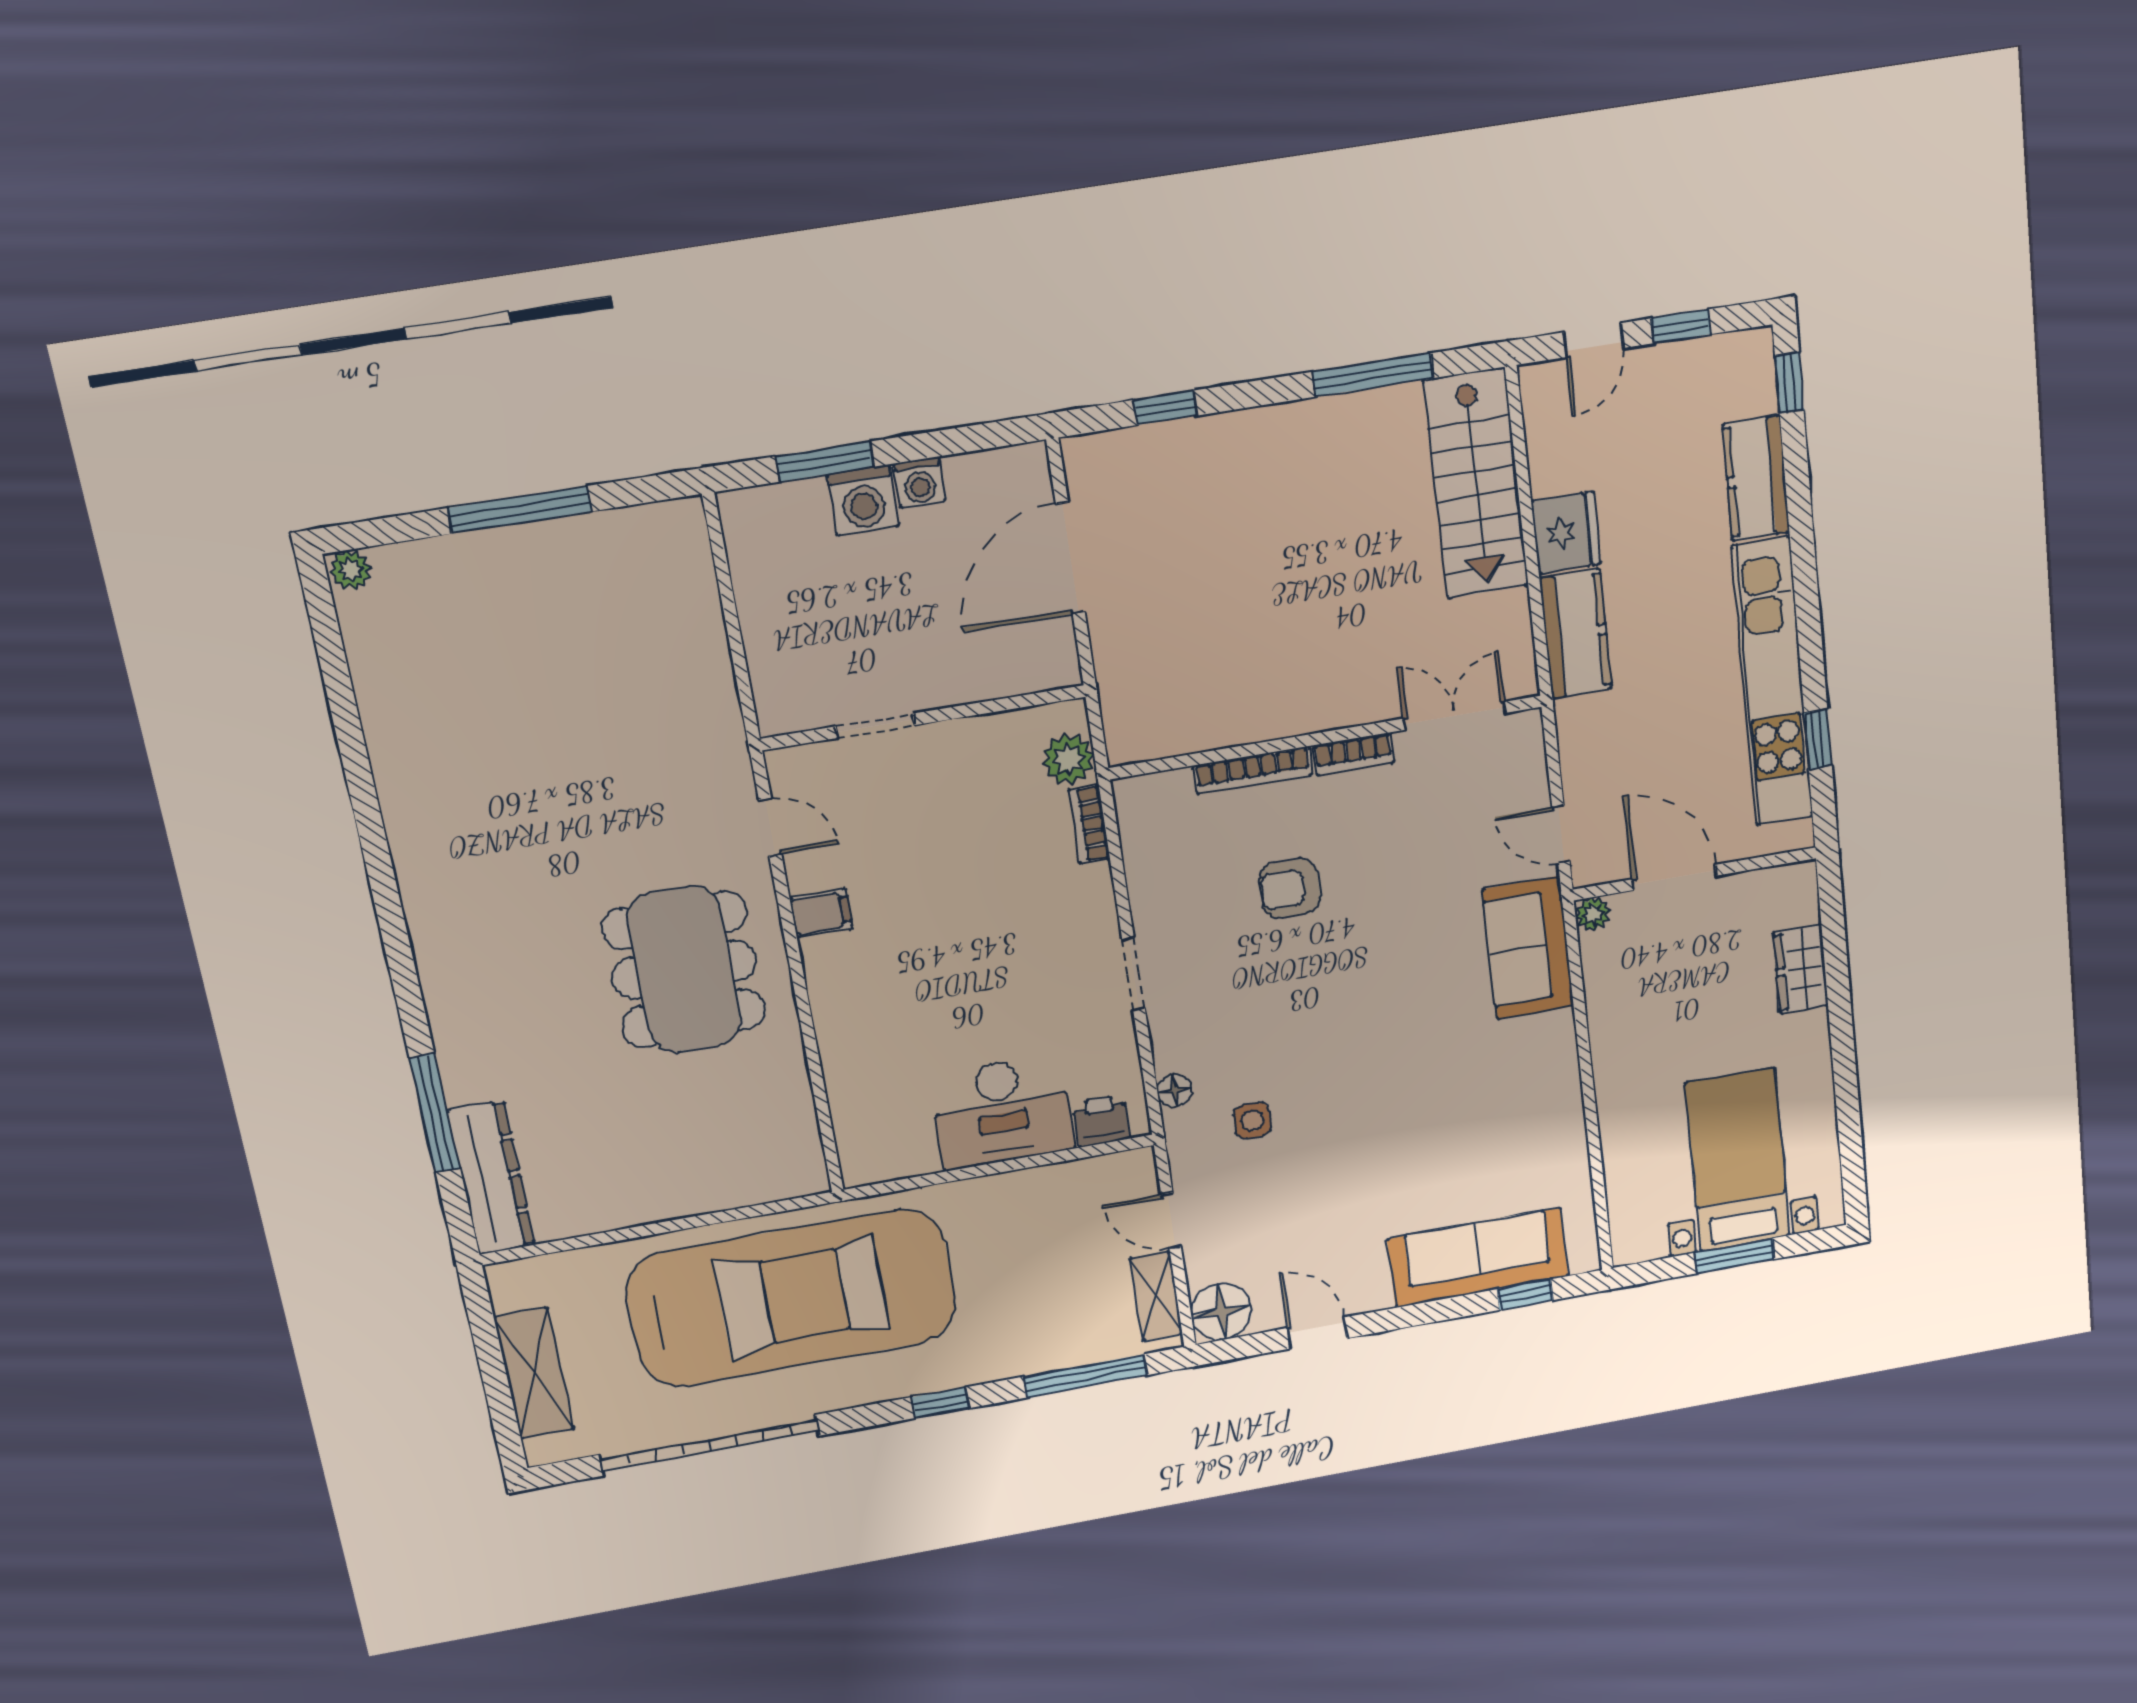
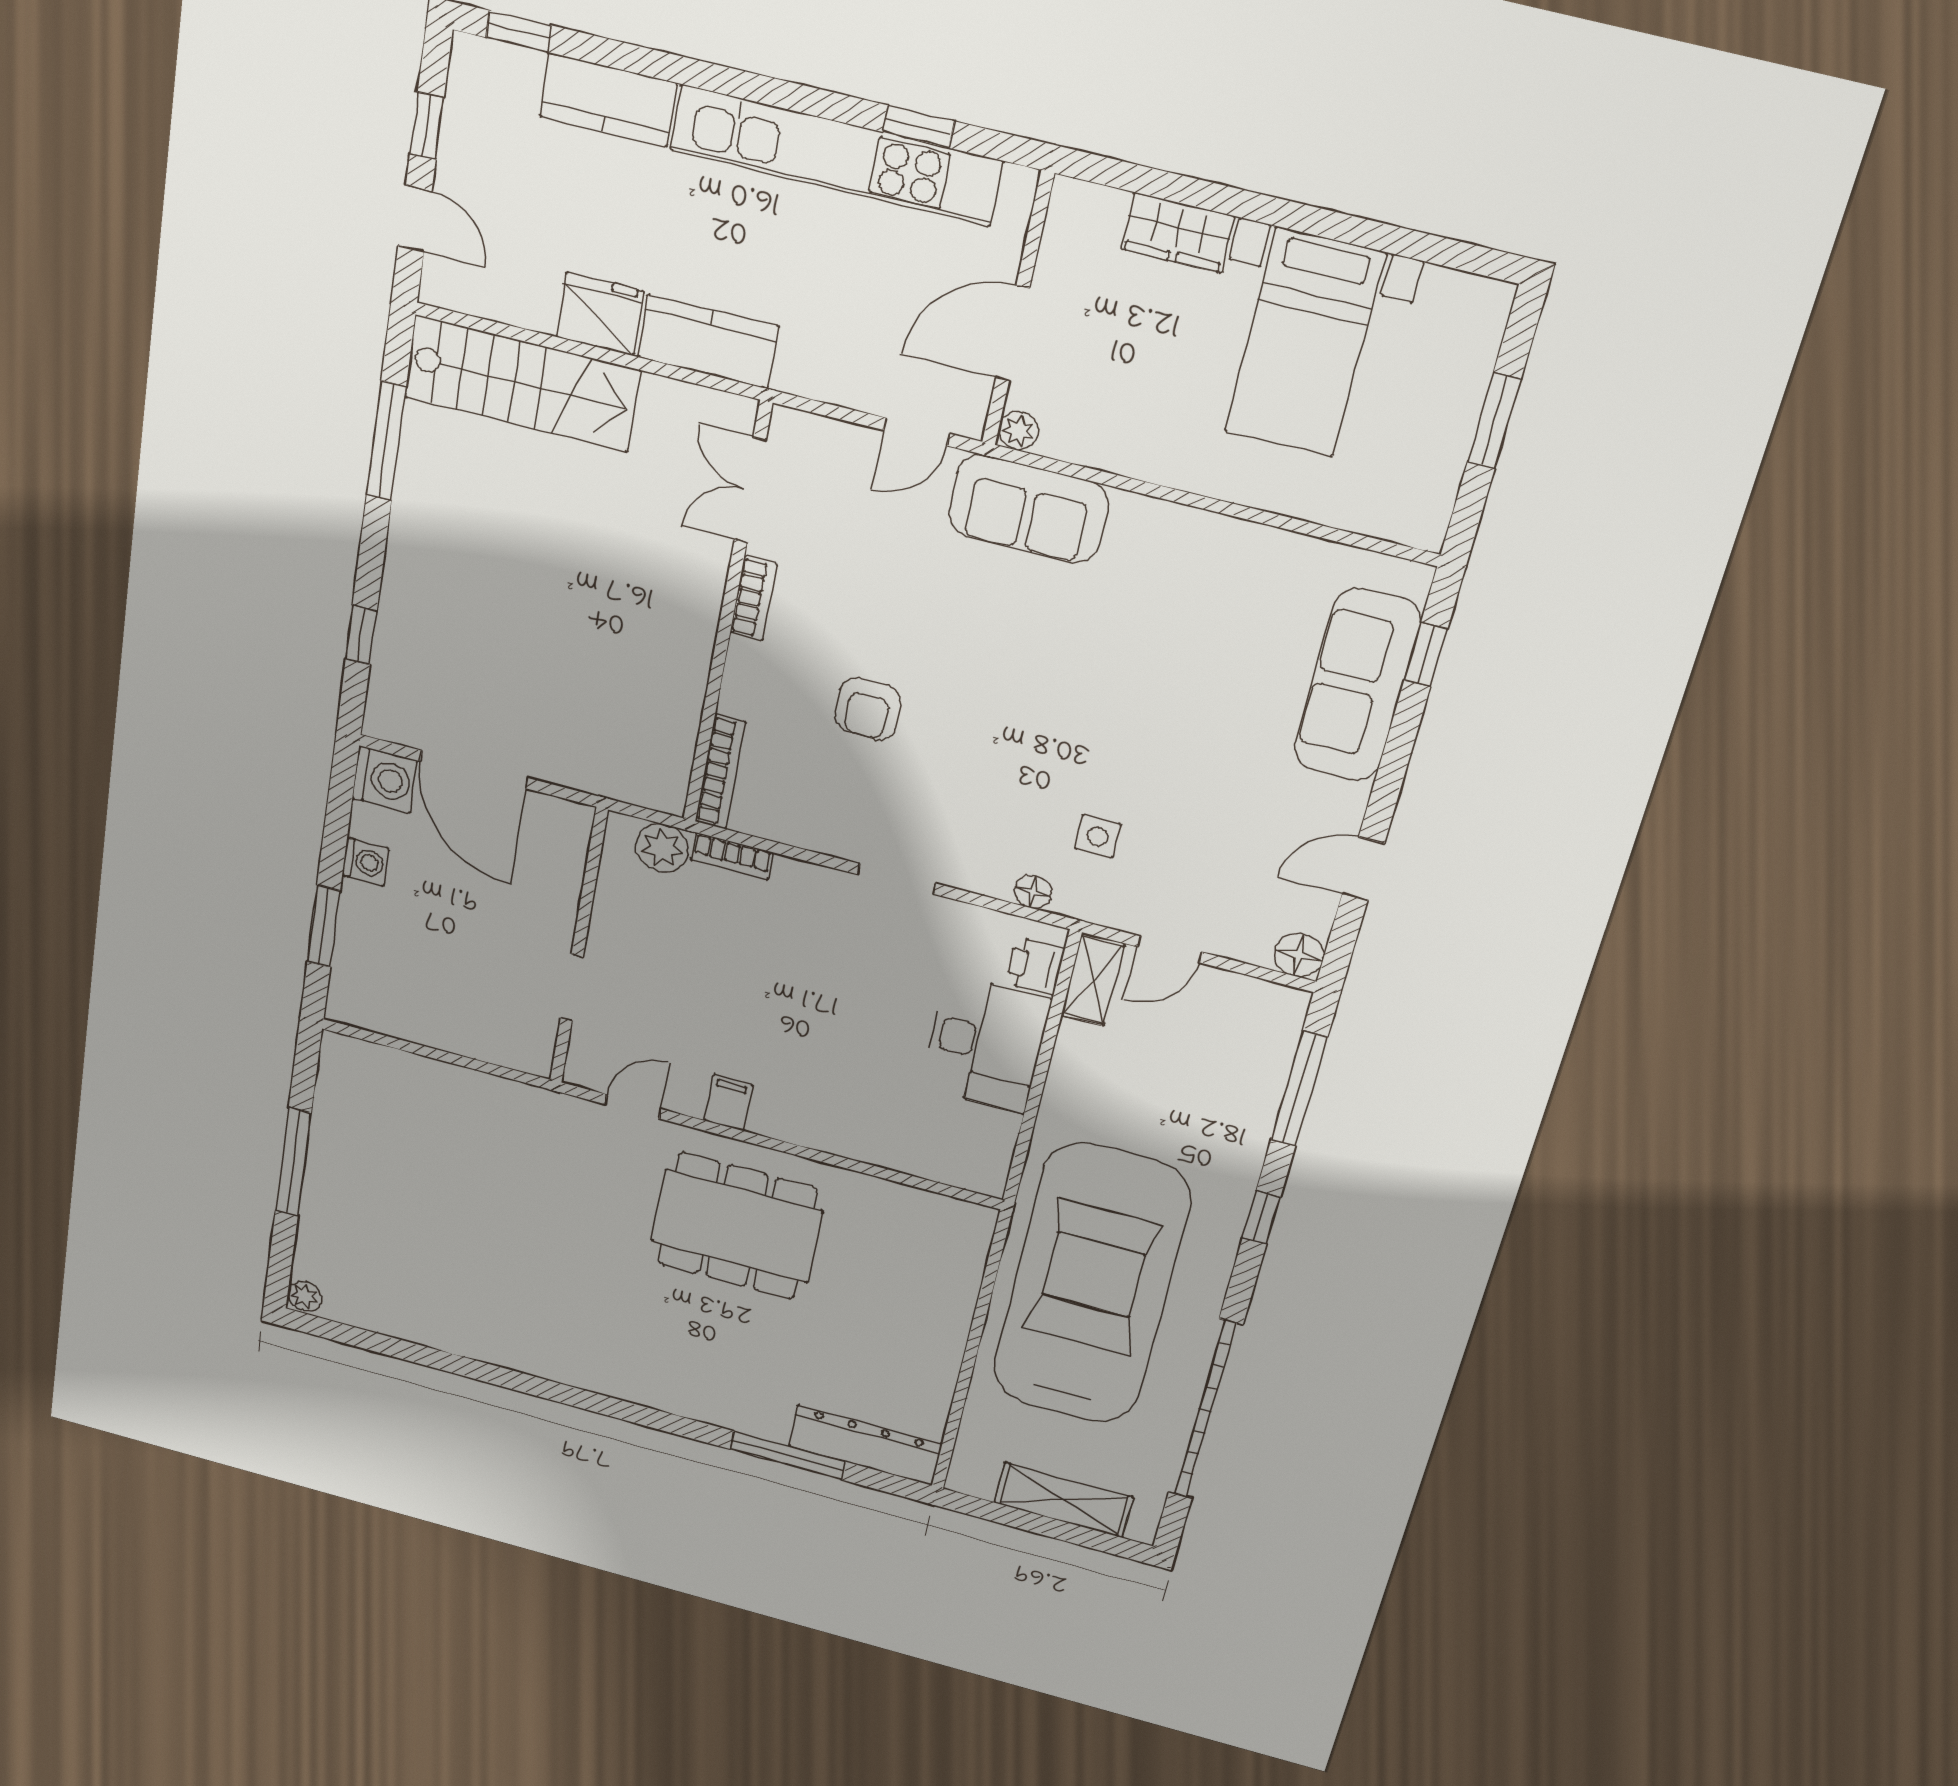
washing machine: (863, 500) -> (385, 779), moved
bookcase: (1253, 770) -> (720, 772), moved
bed with nightstands: (1737, 1160) -> (1305, 343), moved, turned -90
shelving: (1156, 1296) -> (1093, 979), moved, turned 90
floor lamp: (1221, 1312) -> (1299, 955), width x0.73, depth x0.73

